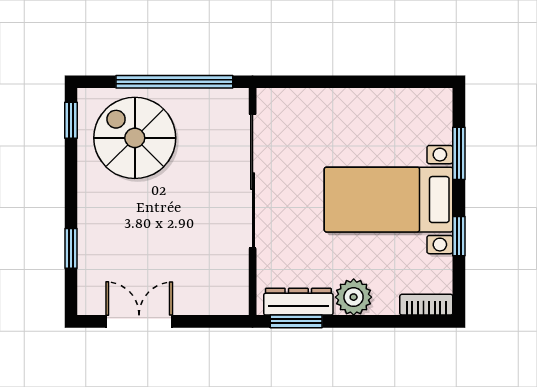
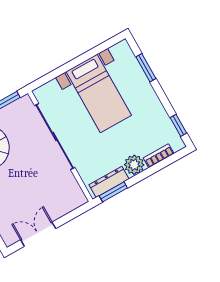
bed with nightstands: (389, 200) -> (99, 93), moved, turned -90
window: (459, 236) -> (178, 125), moved
bookcase: (426, 305) -> (159, 156), moved

